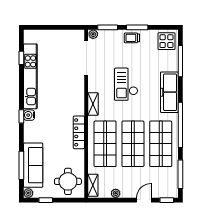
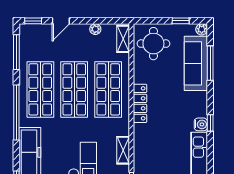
shelving: (93, 104) -> (123, 150), moved

